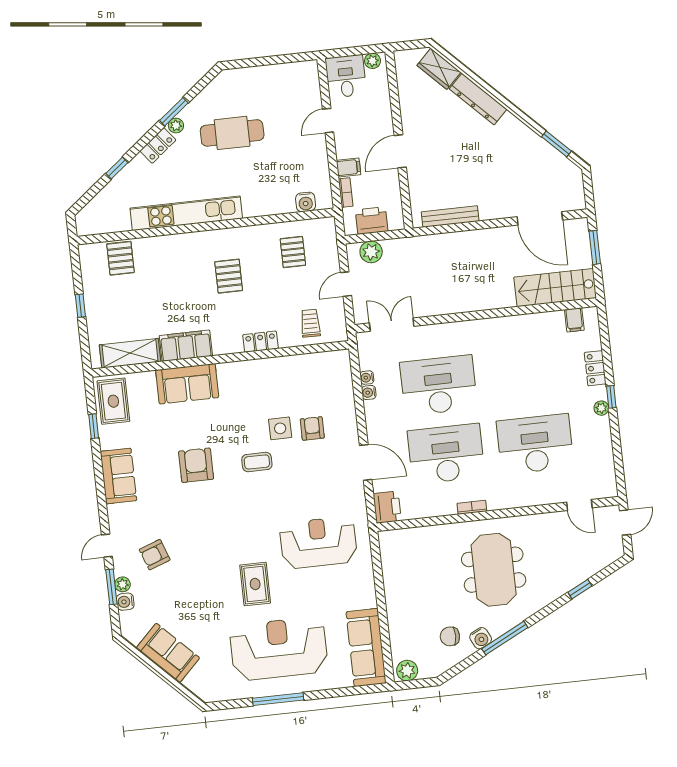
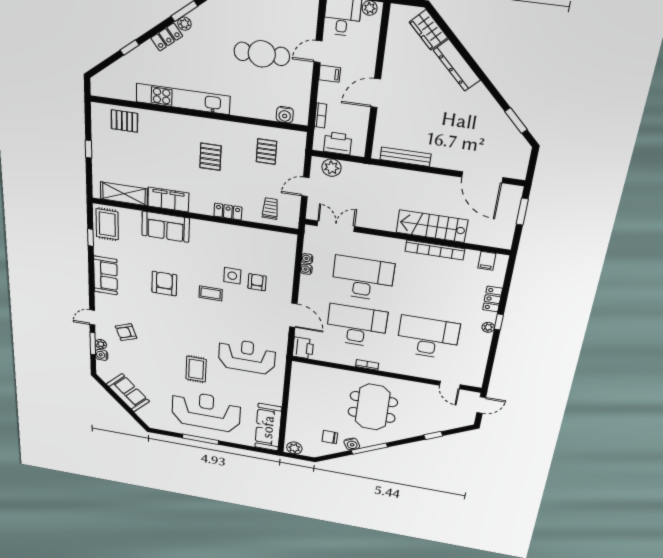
cafe table: (232, 133) -> (262, 54), moved
filing cabinet: (348, 167) -> (330, 74), moved
pallet: (120, 258) -> (124, 121), turned 90
stairs: (555, 288) -> (432, 226), moved
bookcase: (512, 323) -> (435, 250), added

